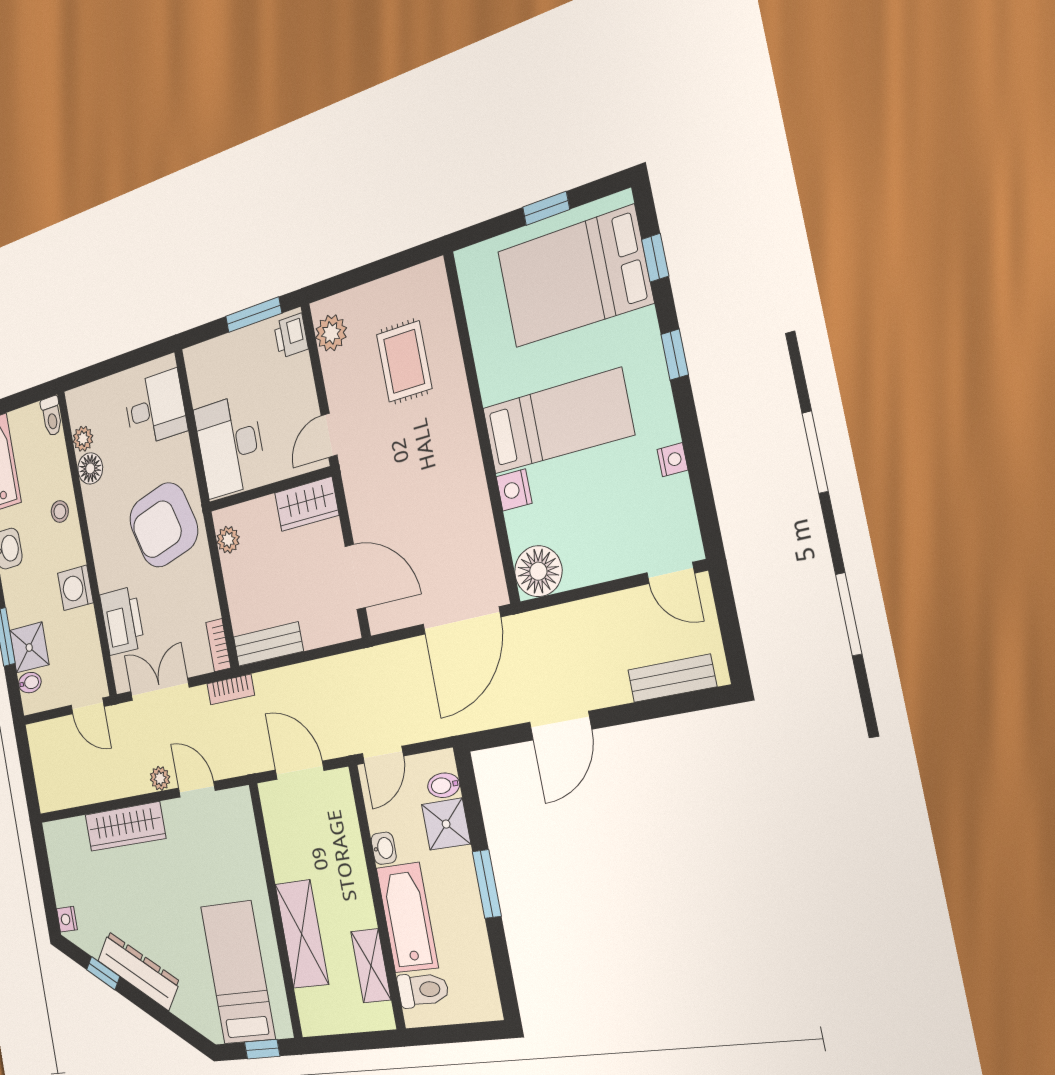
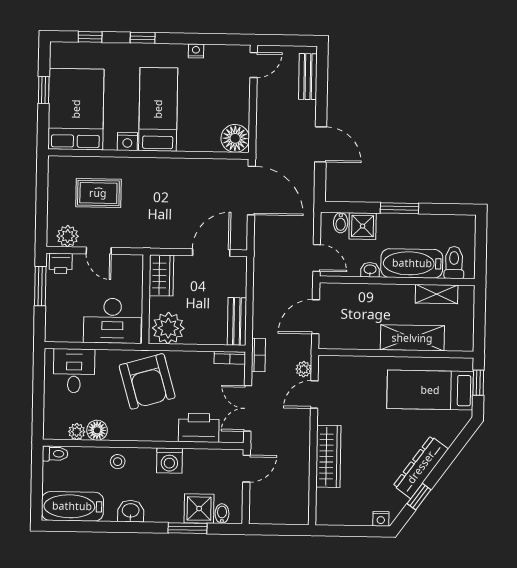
bed: (574, 277) -> (76, 109), moved, turned 180
door: (329, 435) -> (99, 251), moved
nightstand: (514, 490) -> (127, 142), moved
plant: (228, 540) -> (168, 328), width x1.88, depth x1.88
plant: (160, 778) -> (304, 369), moved

